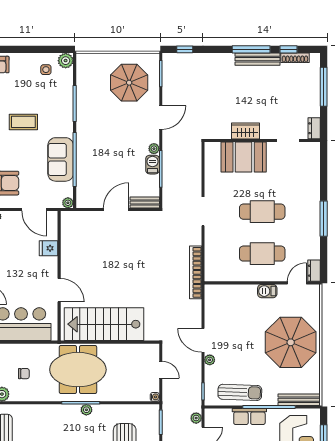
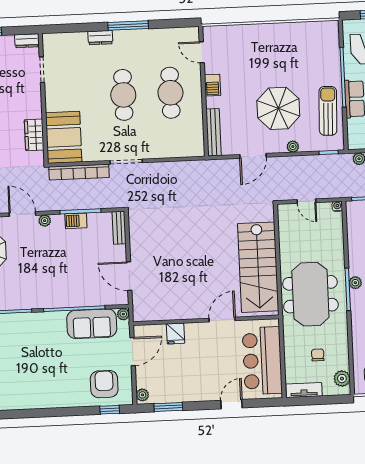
coffee table: (23, 122) -> (35, 368), removed
wardrobe: (245, 131) -> (34, 135), moved
plant: (154, 149) -> (45, 221), moved
booth: (244, 157) -> (64, 137), moved
sofa: (61, 159) -> (92, 324), moved
door: (116, 210) -> (129, 276), moved
dresser: (314, 271) -> (100, 38), moved
bookcase: (196, 272) -> (79, 172), moved
door: (203, 340) -> (253, 156), moved
parasol: (291, 342) -> (278, 108), moved, width x0.73, depth x0.73
door: (161, 370) -> (306, 201), swing flipped
bench: (299, 400) -> (214, 132), moved

